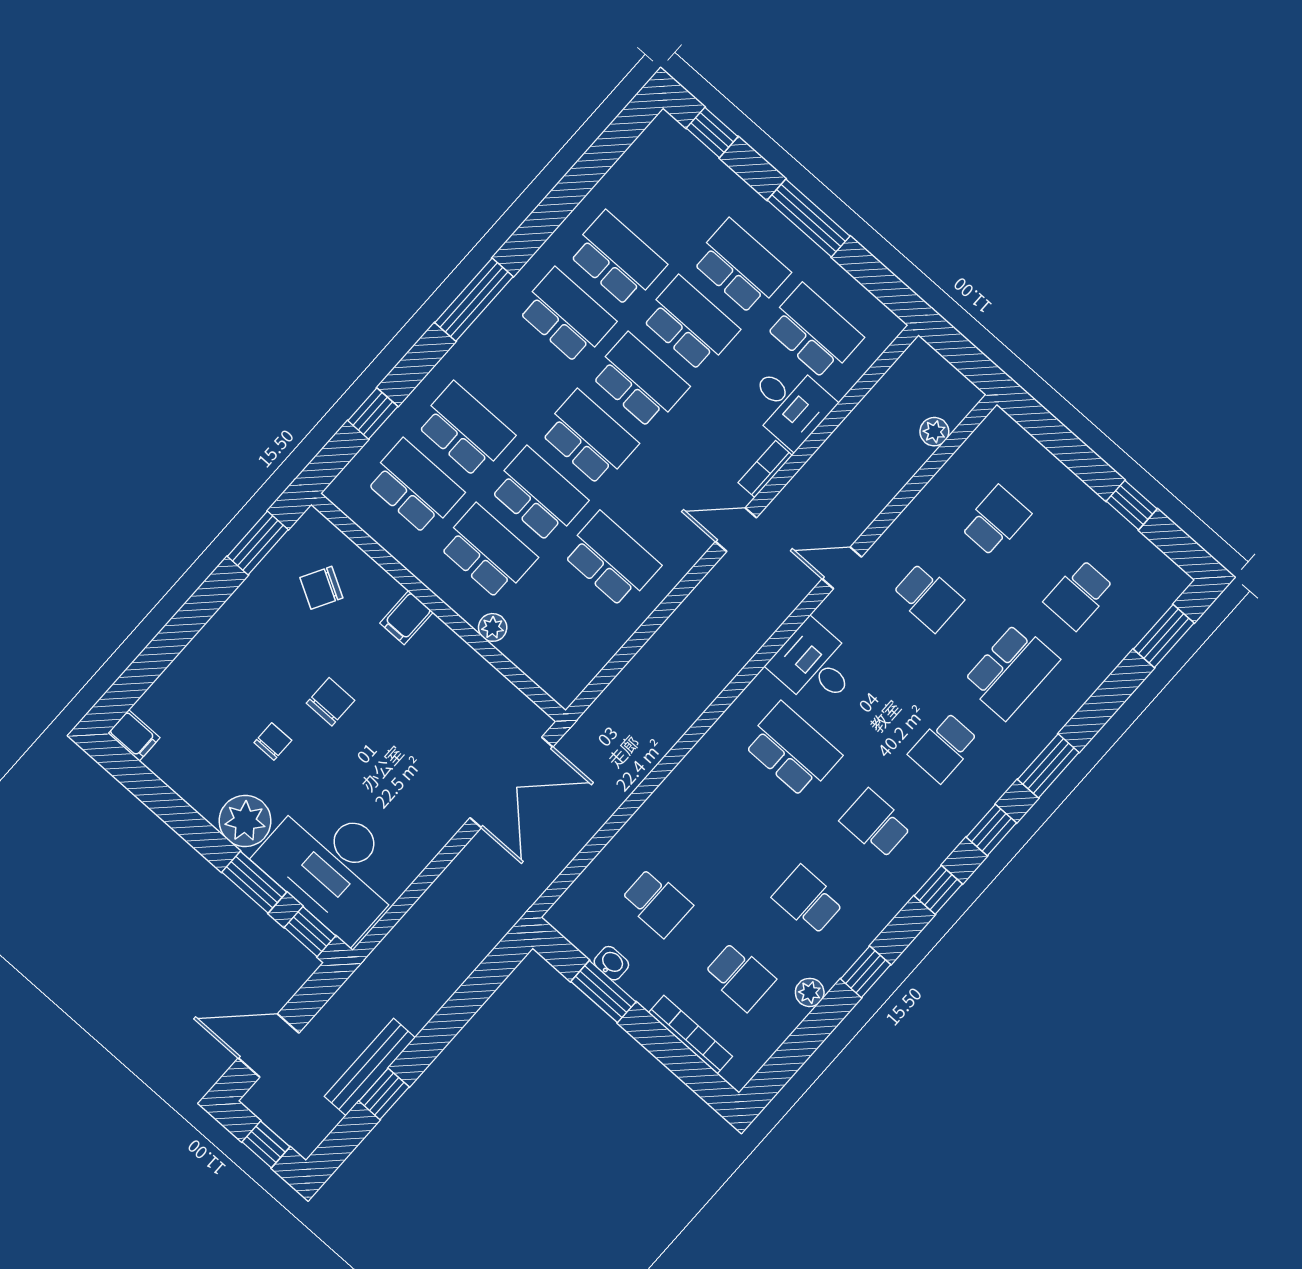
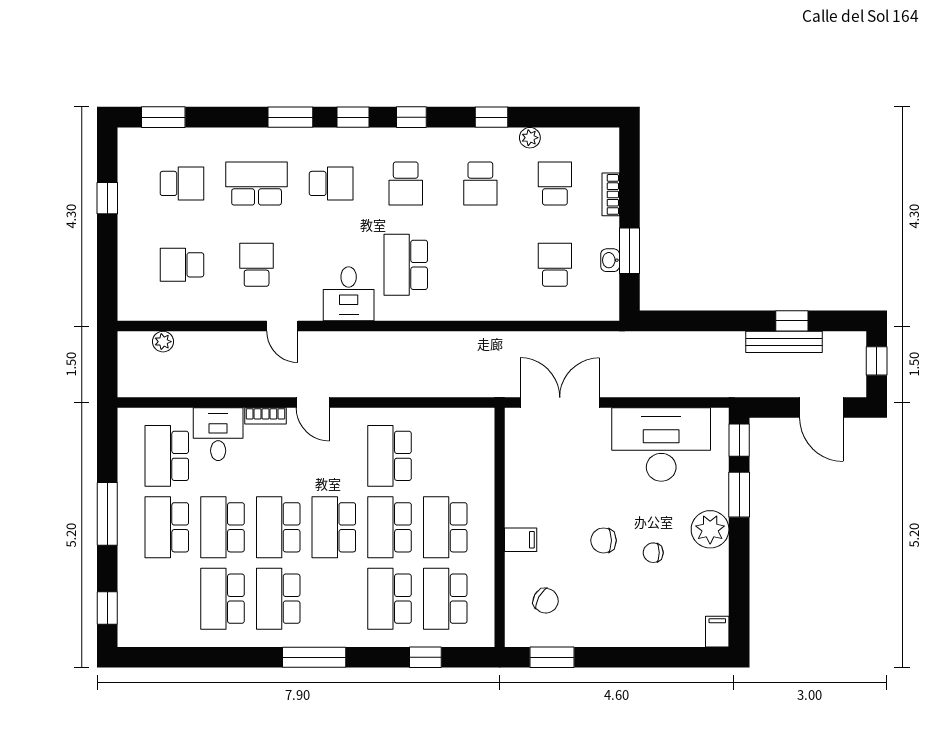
plant: (493, 627) -> (484, 488), removed
desk: (333, 866) -> (661, 444), moved, turned -90
bookcase: (690, 1035) -> (611, 194), width x0.64

